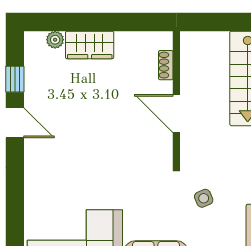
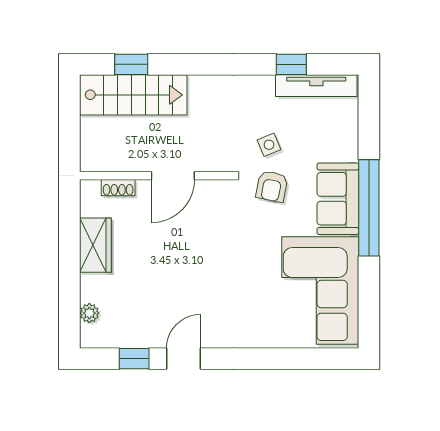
wardrobe: (90, 45) -> (95, 245), moved
armchair: (167, 201) -> (272, 186), added

